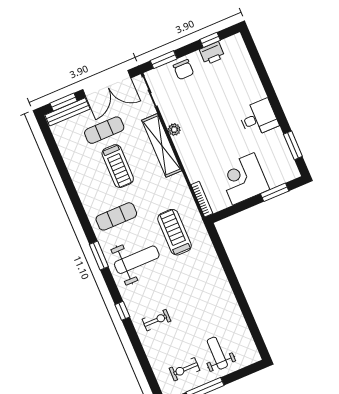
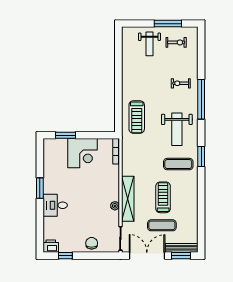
printer: (212, 53) -> (51, 246), moved
window: (164, 60) -> (102, 256), removed
desk: (258, 118) -> (55, 205), moved
window: (293, 145) -> (40, 188), moved
treadmill: (174, 232) -> (137, 117), moved
window: (99, 255) -> (201, 156), moved
weight bench: (137, 260) -> (177, 129), turned -90
window: (122, 311) -> (201, 99), width x3.17

